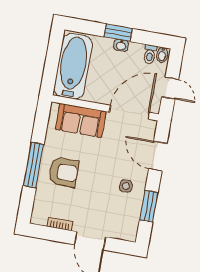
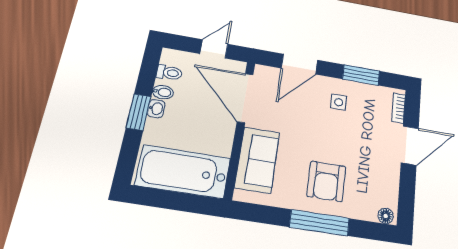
bidet: (162, 55) -> (163, 92), moved
armchair: (64, 172) -> (326, 181), turned 180
floor lamp: (37, 216) -> (386, 216), added
bookcase: (60, 224) -> (399, 108), moved

